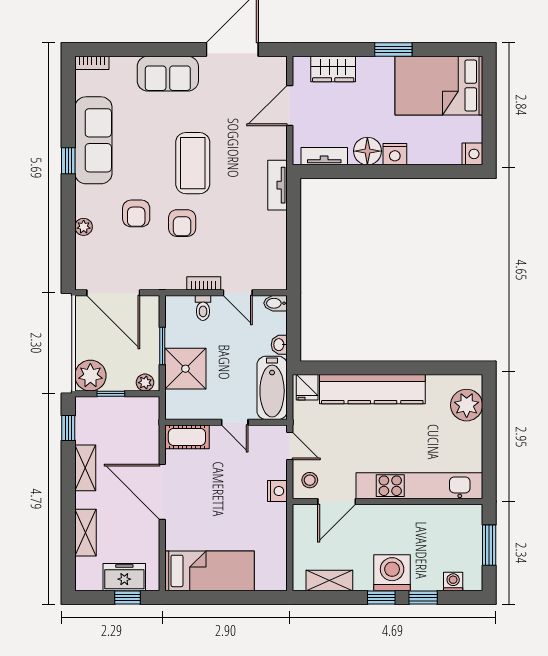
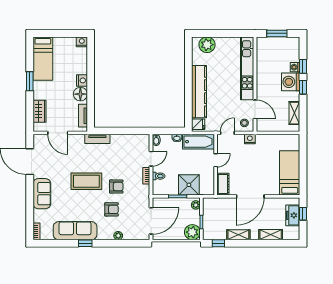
bed: (439, 86) -> (43, 59), width x0.67
washing machine: (453, 582) -> (295, 67), moved

